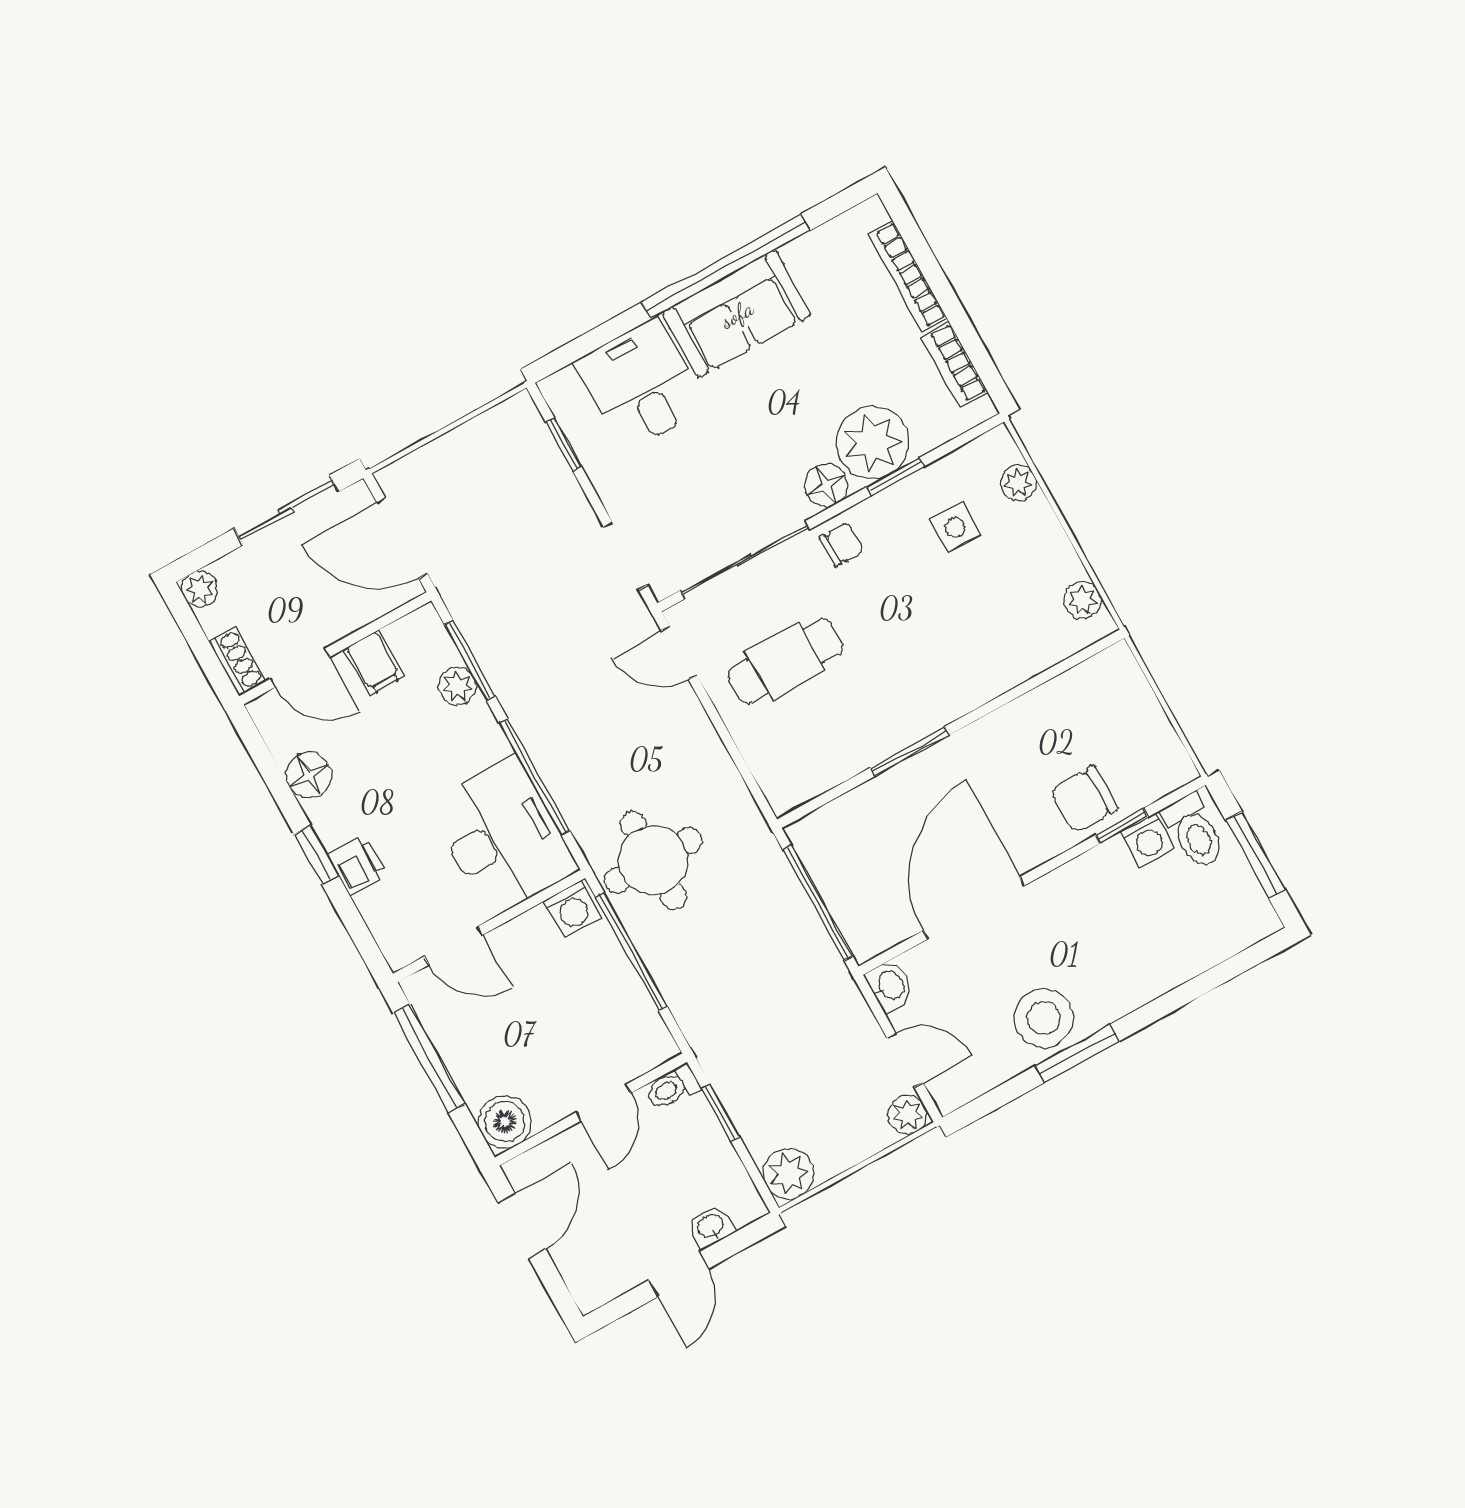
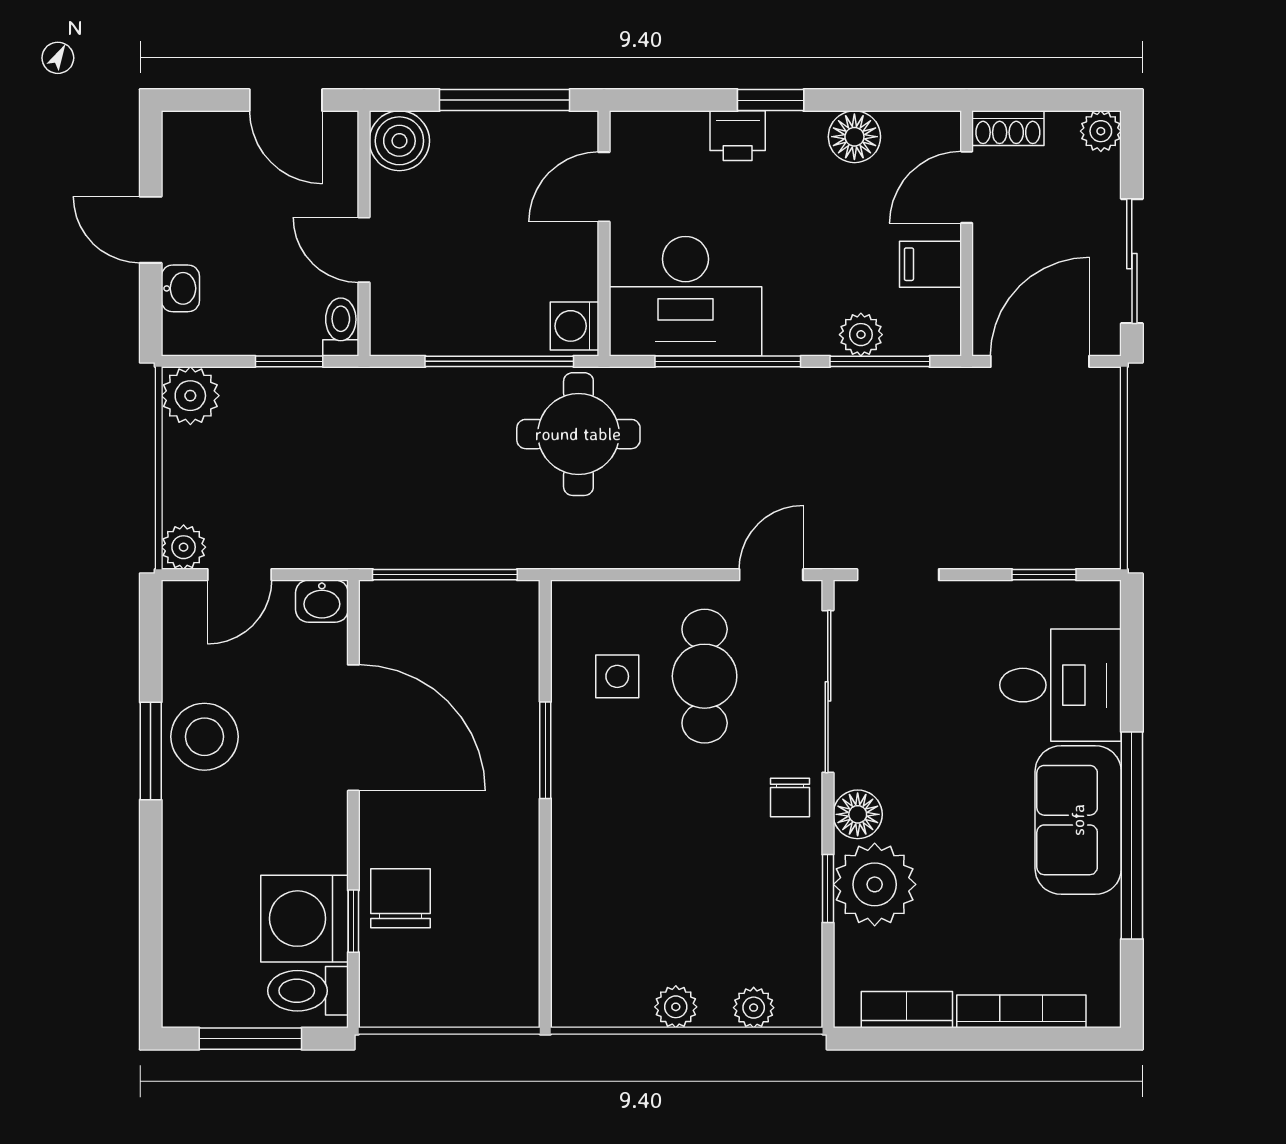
side table: (955, 527) -> (617, 676), moved
plant: (1082, 600) -> (676, 1007), moved
washing machine: (1148, 840) -> (304, 919), width x1.89, depth x1.89

